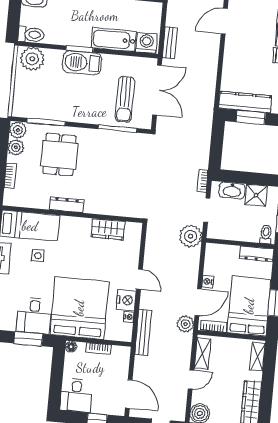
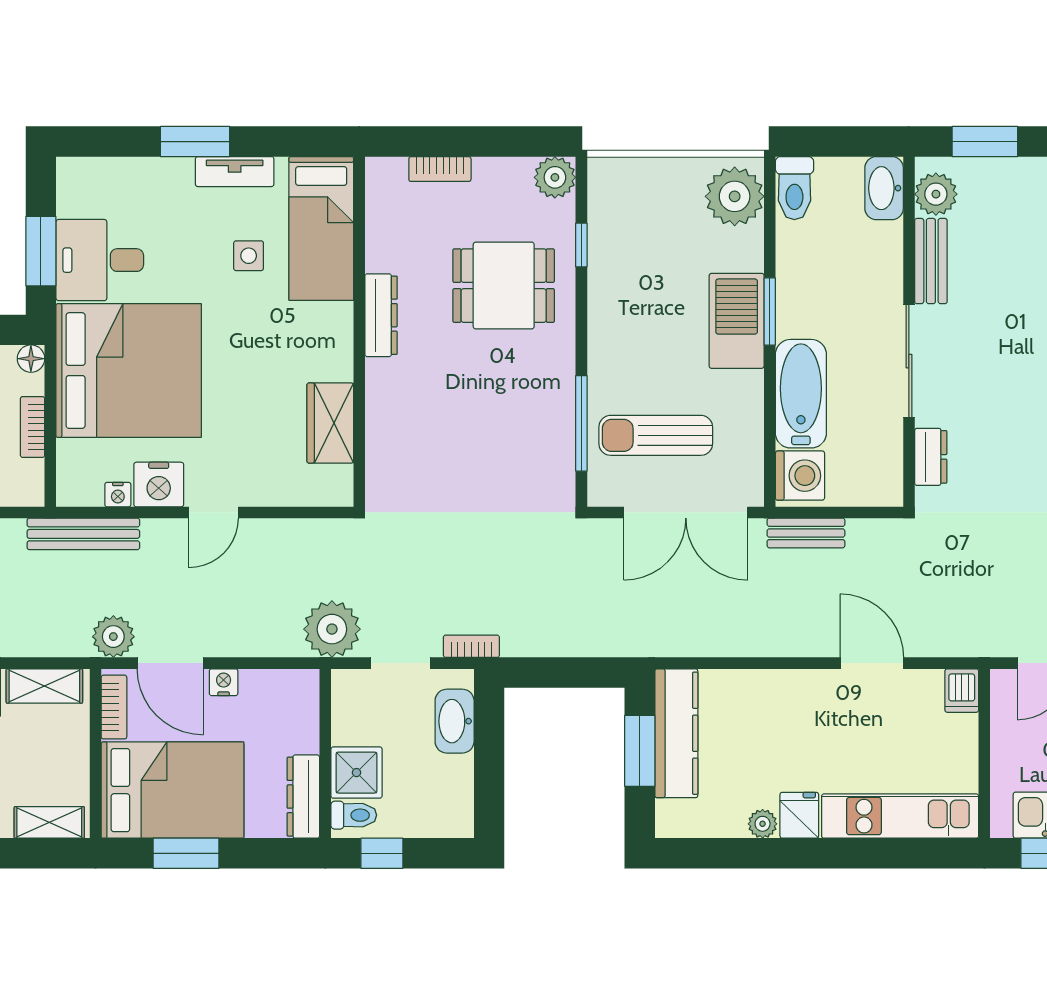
window: (46, 122) -> (581, 245), width x0.46
plant: (16, 147) -> (511, 176), removed
shower: (256, 195) -> (356, 773), moved

